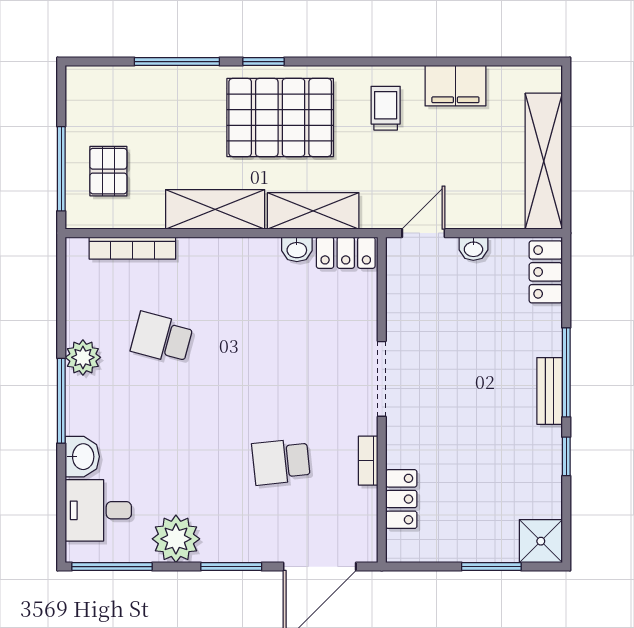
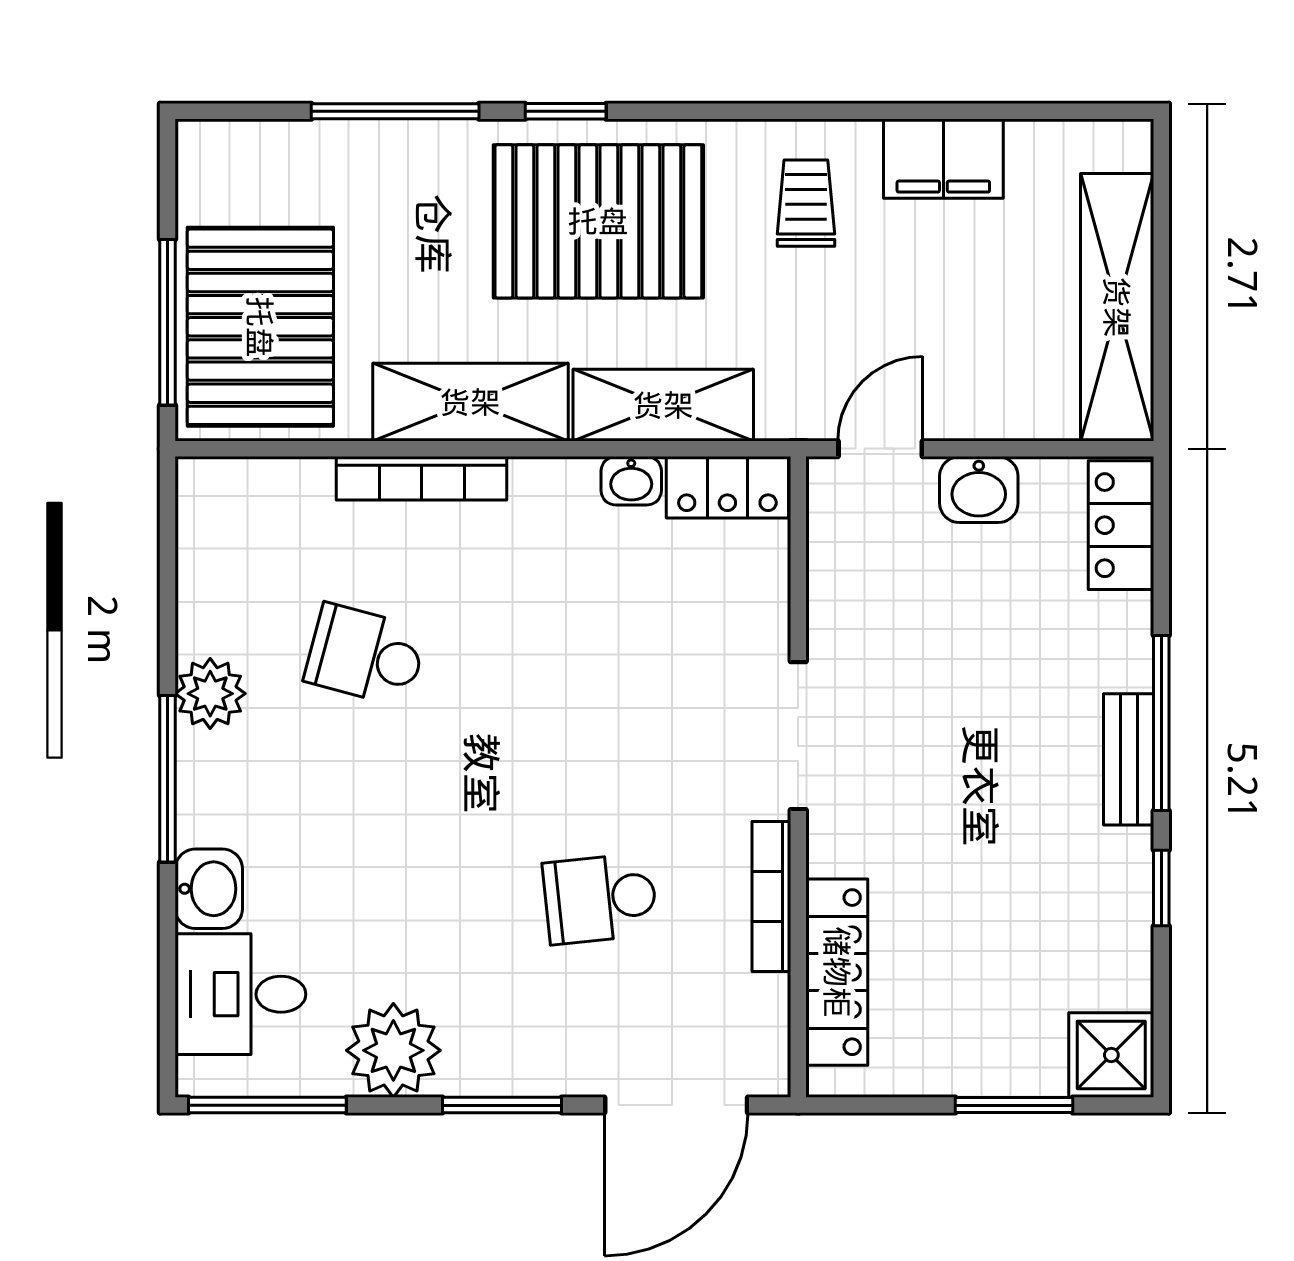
pallet: (108, 171) -> (260, 327), width x2.05, depth x2.00
bookcase: (132, 248) -> (422, 478), moved
washbasin: (473, 249) -> (979, 490), width x1.38, depth x1.45
bookcase: (368, 461) -> (771, 897), width x1.56
locker: (401, 499) -> (837, 972), width x1.53

